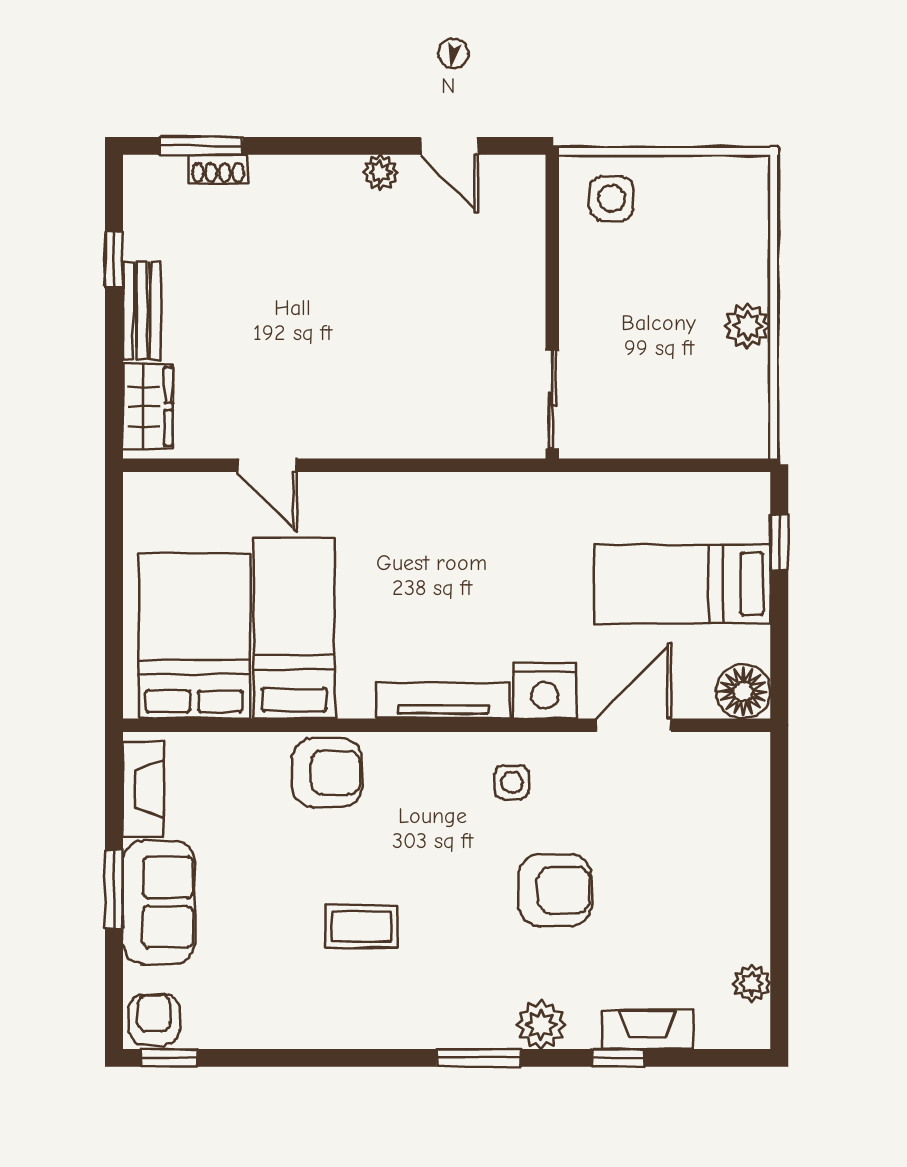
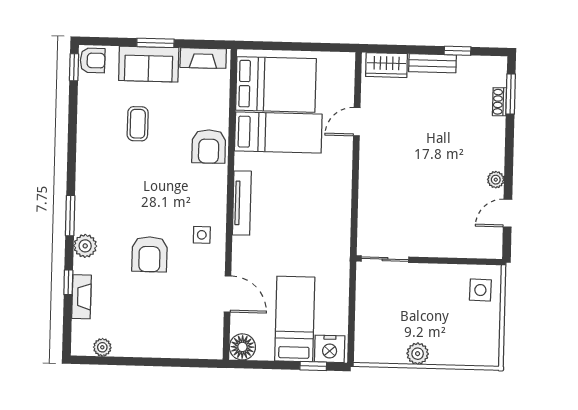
nightstand: (545, 691) -> (330, 349), moved, turned -90
coffee table: (361, 926) -> (138, 124), moved

